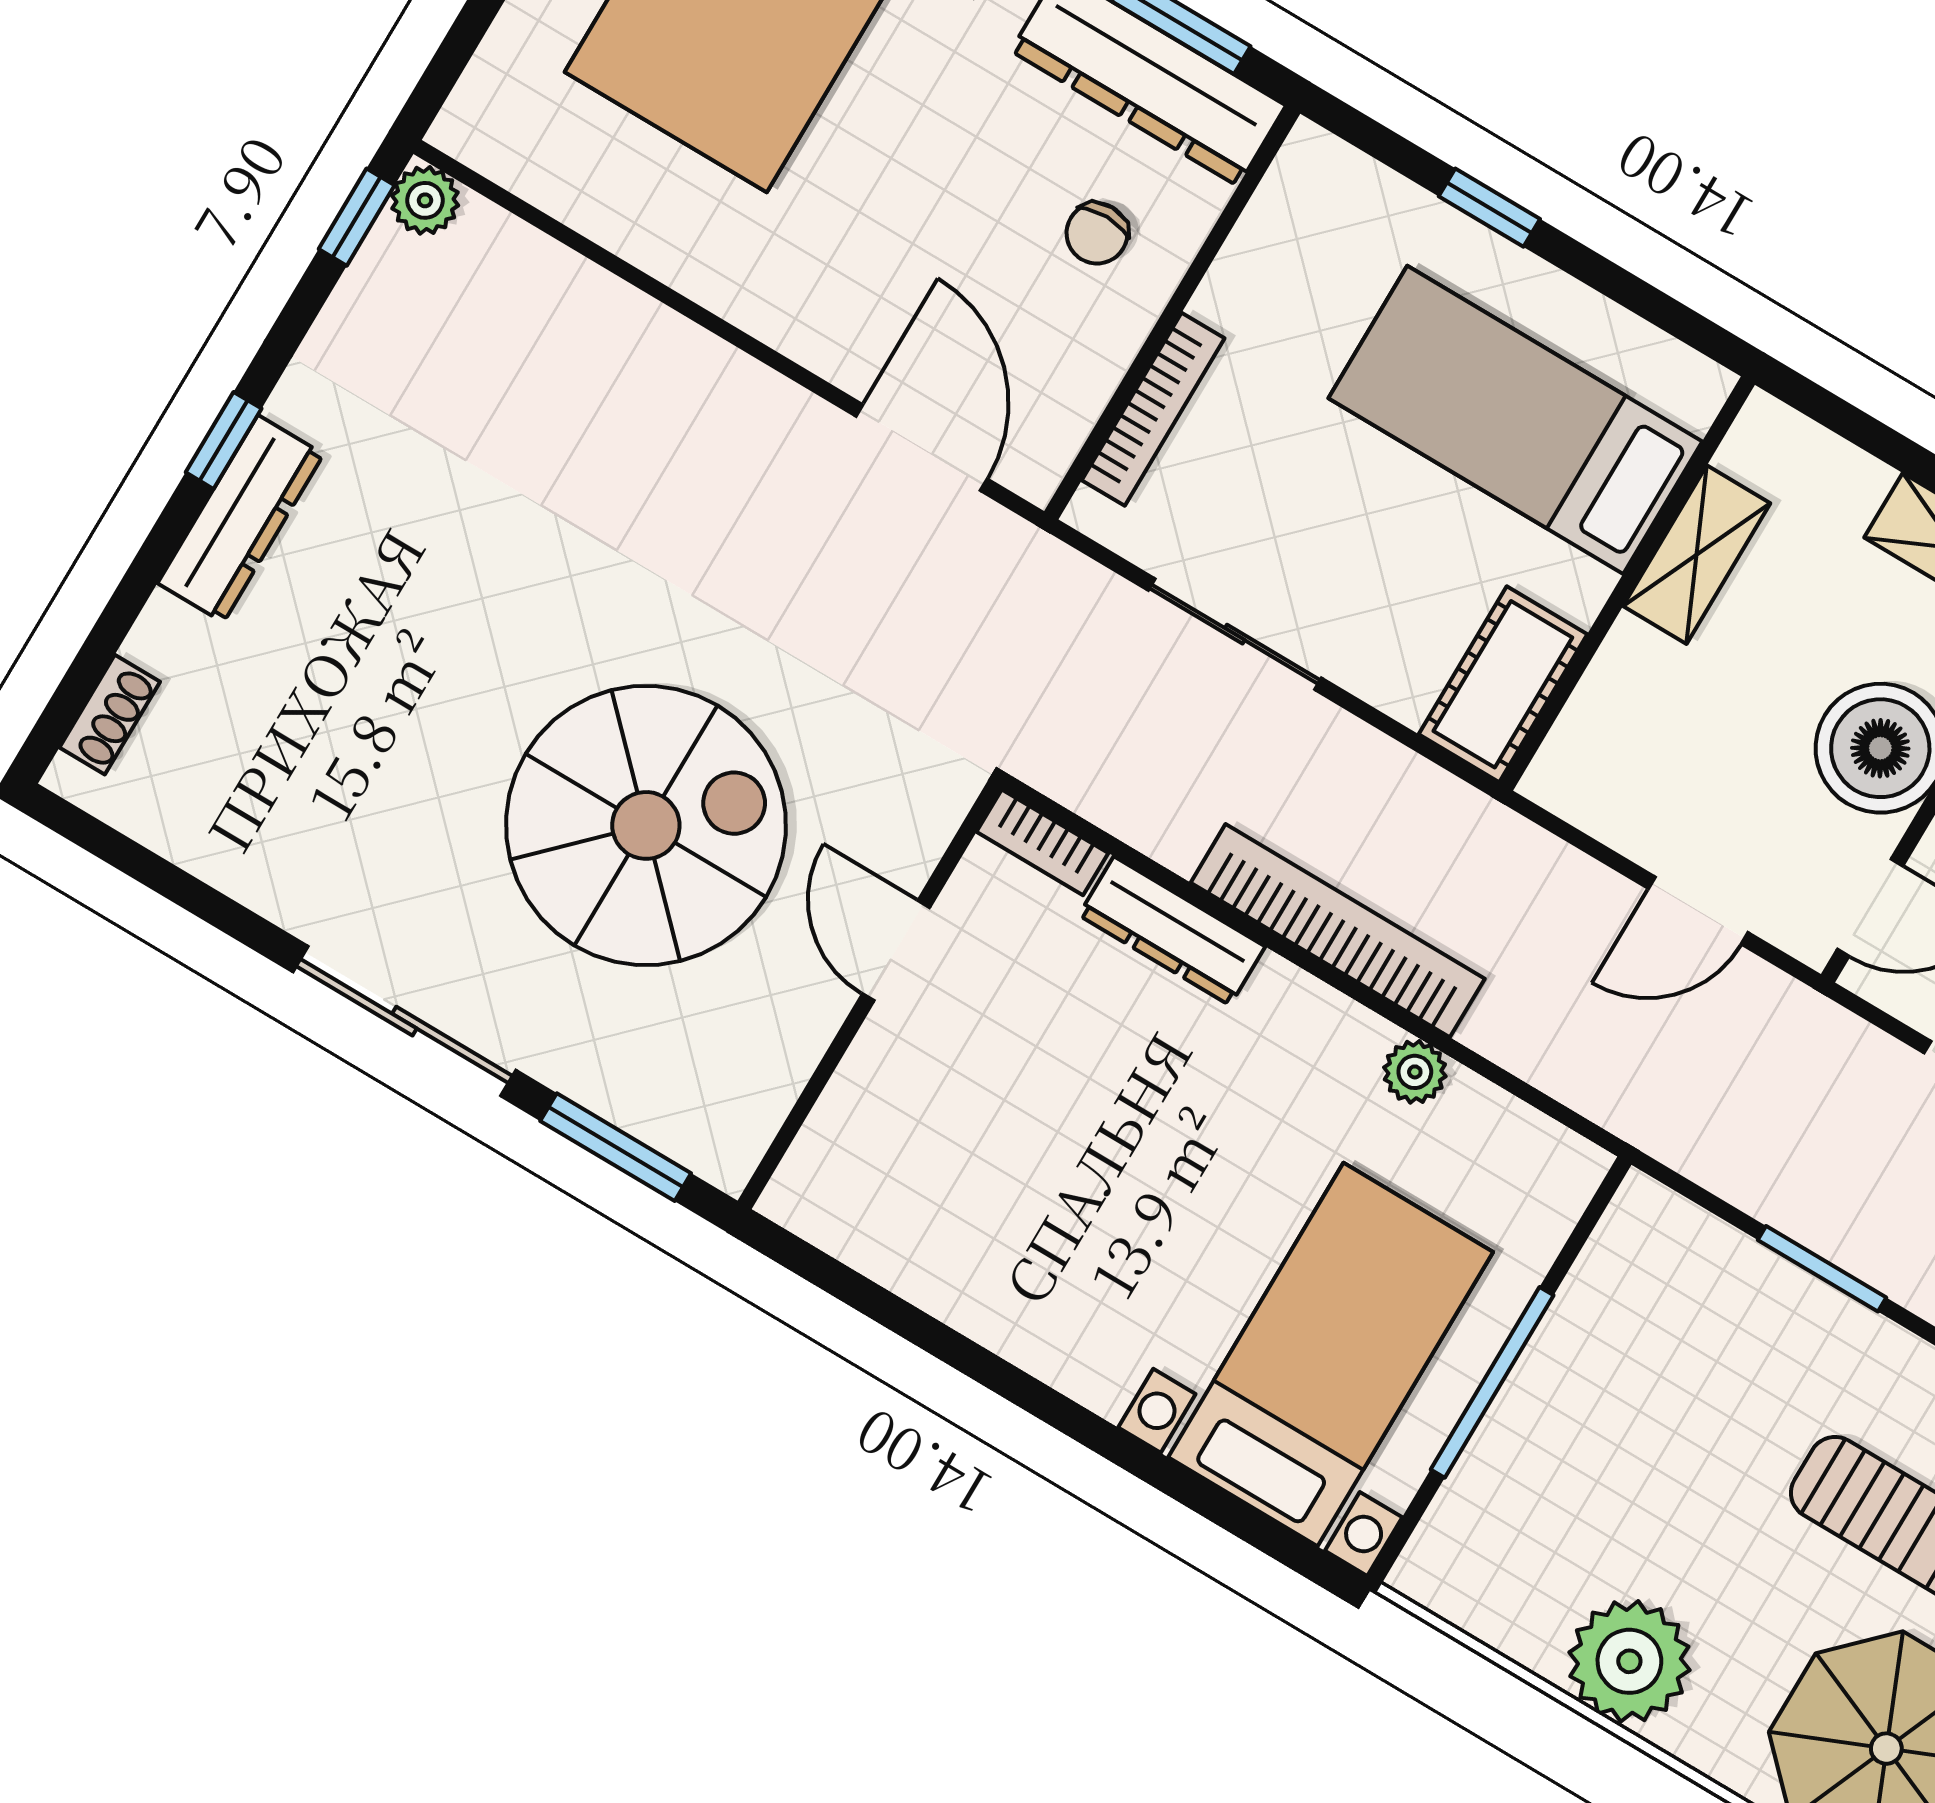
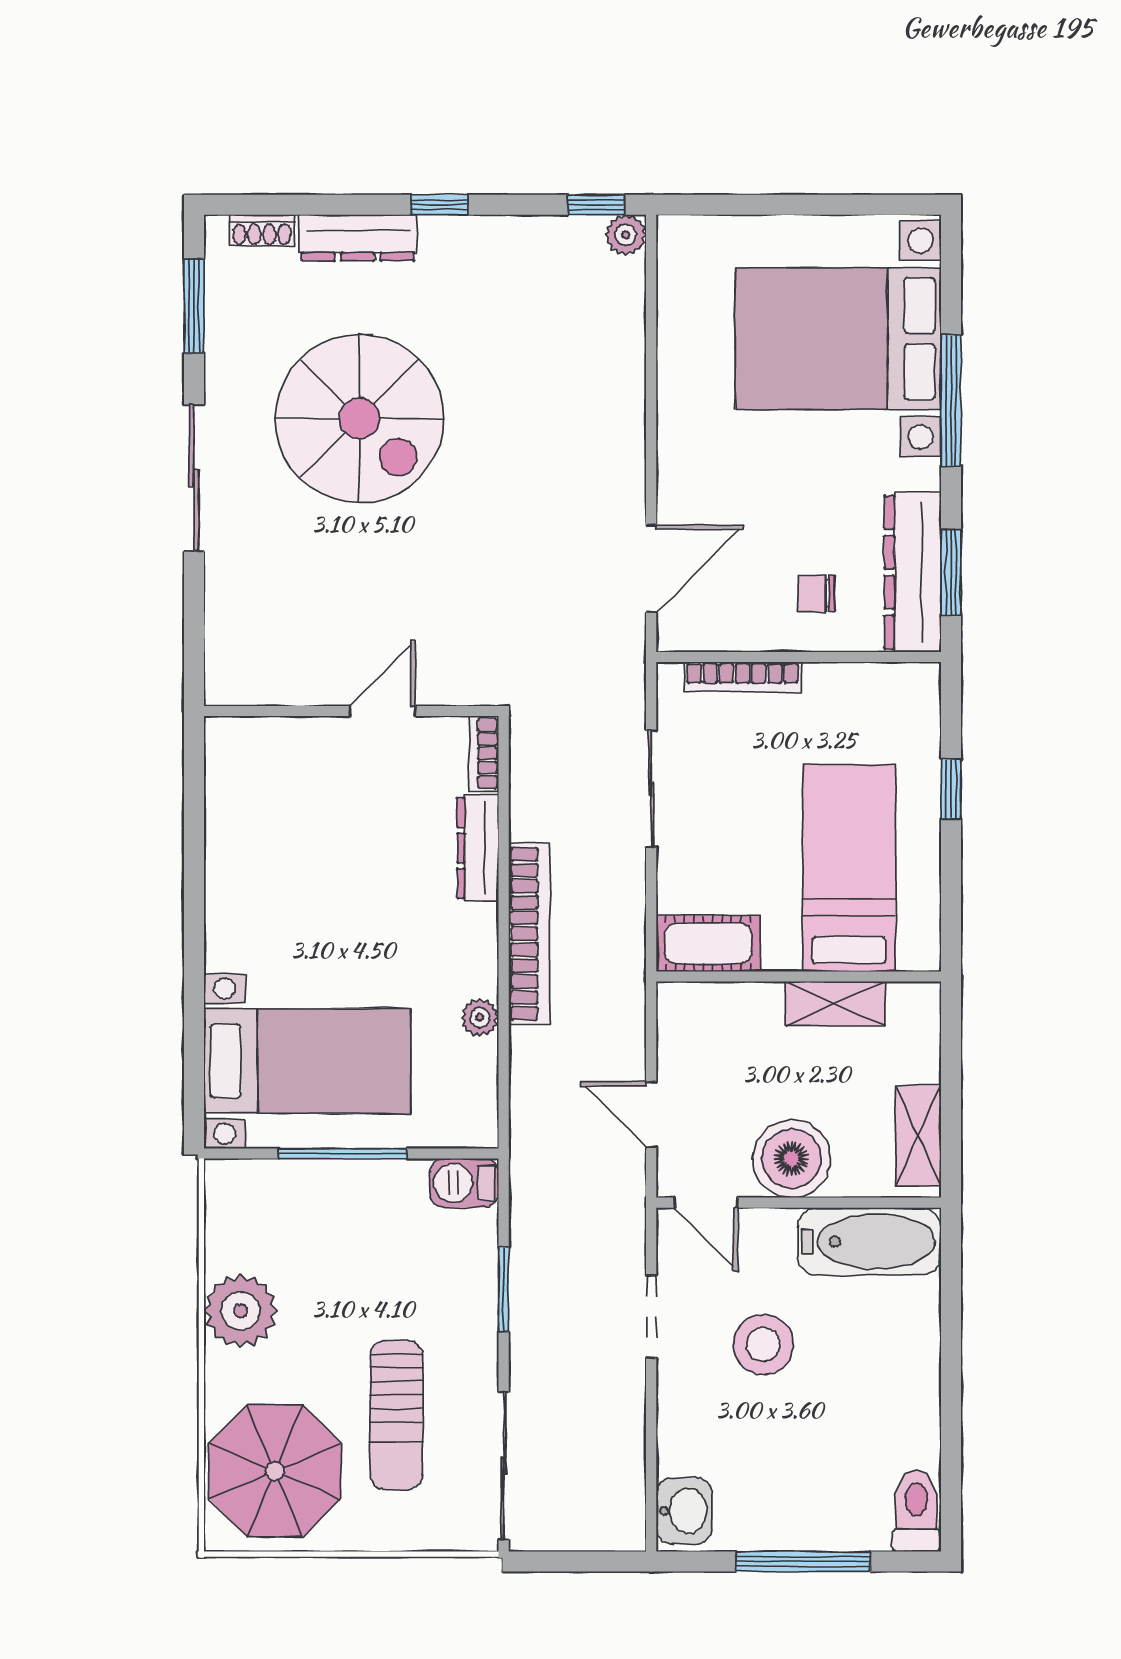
dresser: (241, 519) -> (358, 238), moved
spiral stairs: (646, 825) -> (359, 418), moved
window: (616, 1147) -> (194, 306), moved
barbecue: (1637, 1235) -> (464, 1183), added

